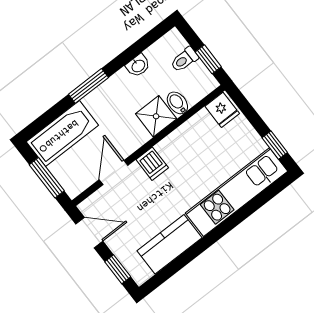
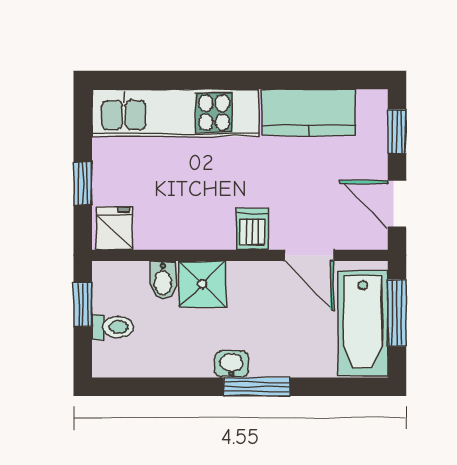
washbasin: (138, 66) -> (231, 364), moved
bathtub: (62, 134) -> (363, 323), moved, turned -90
window: (275, 145) -> (83, 184), moved
door: (114, 172) -> (309, 255), hinge flipped

